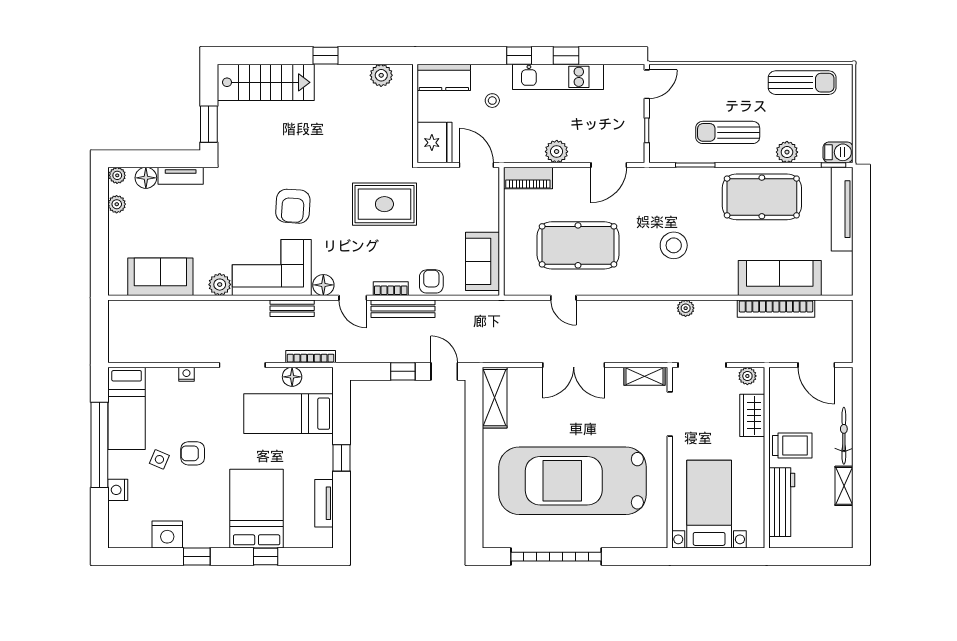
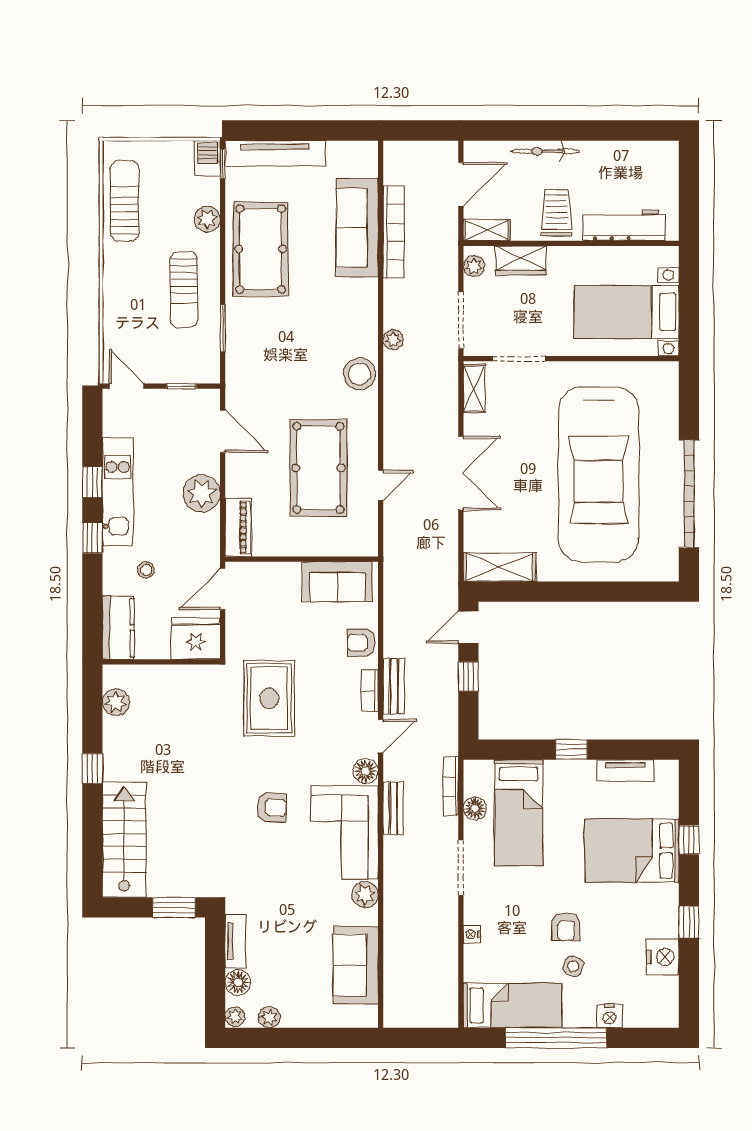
plant: (557, 152) -> (202, 493), width x1.36, depth x1.36
armchair: (293, 206) -> (272, 807), width x0.72, depth x0.72
stool: (674, 245) -> (360, 374), moved
bench: (403, 309) -> (394, 686), width x0.73
shelving: (844, 486) -> (487, 230), moved

